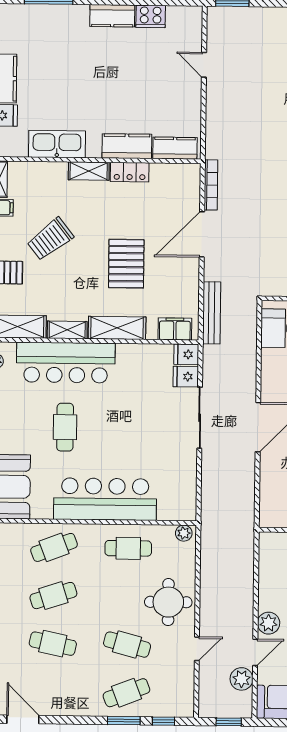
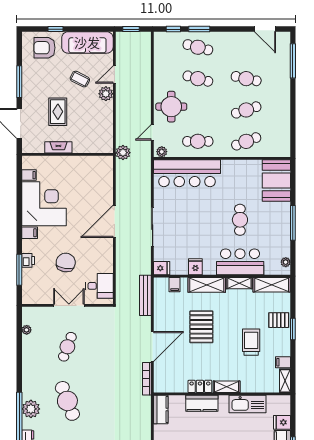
kitchen counter: (175, 148) -> (161, 410), moved, turned -90
trolley: (50, 239) -> (251, 342), turned -52
filing cabinet: (175, 329) -> (175, 285), width x0.50
bar counter: (66, 363) -> (240, 262), width x0.73
fridge: (186, 377) -> (195, 267), moved, turned -90
bar counter: (105, 499) -> (187, 173), moved
door: (197, 649) -> (152, 132), moved
plant: (242, 679) -> (123, 153), moved
cafe table: (126, 693) -> (198, 47), turned 36

